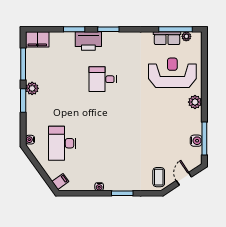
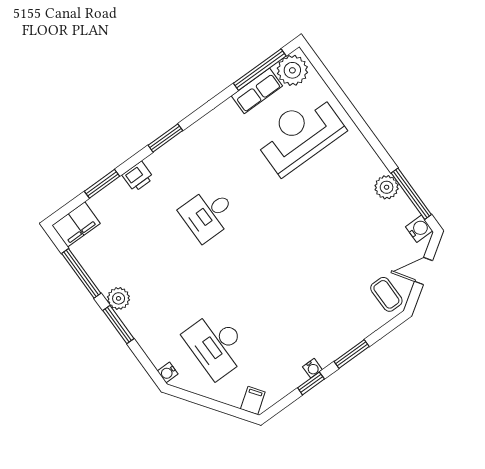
window: (74, 29) -> (102, 184), moved
plant: (186, 36) -> (292, 70), width x1.87, depth x1.87
printer: (88, 41) -> (138, 177), width x0.53, depth x0.68
plant: (195, 102) -> (387, 187), moved
water cooler: (196, 141) -> (419, 229), moved
door: (184, 179) -> (424, 271), hinge flipped
window: (93, 193) -> (311, 383), added

